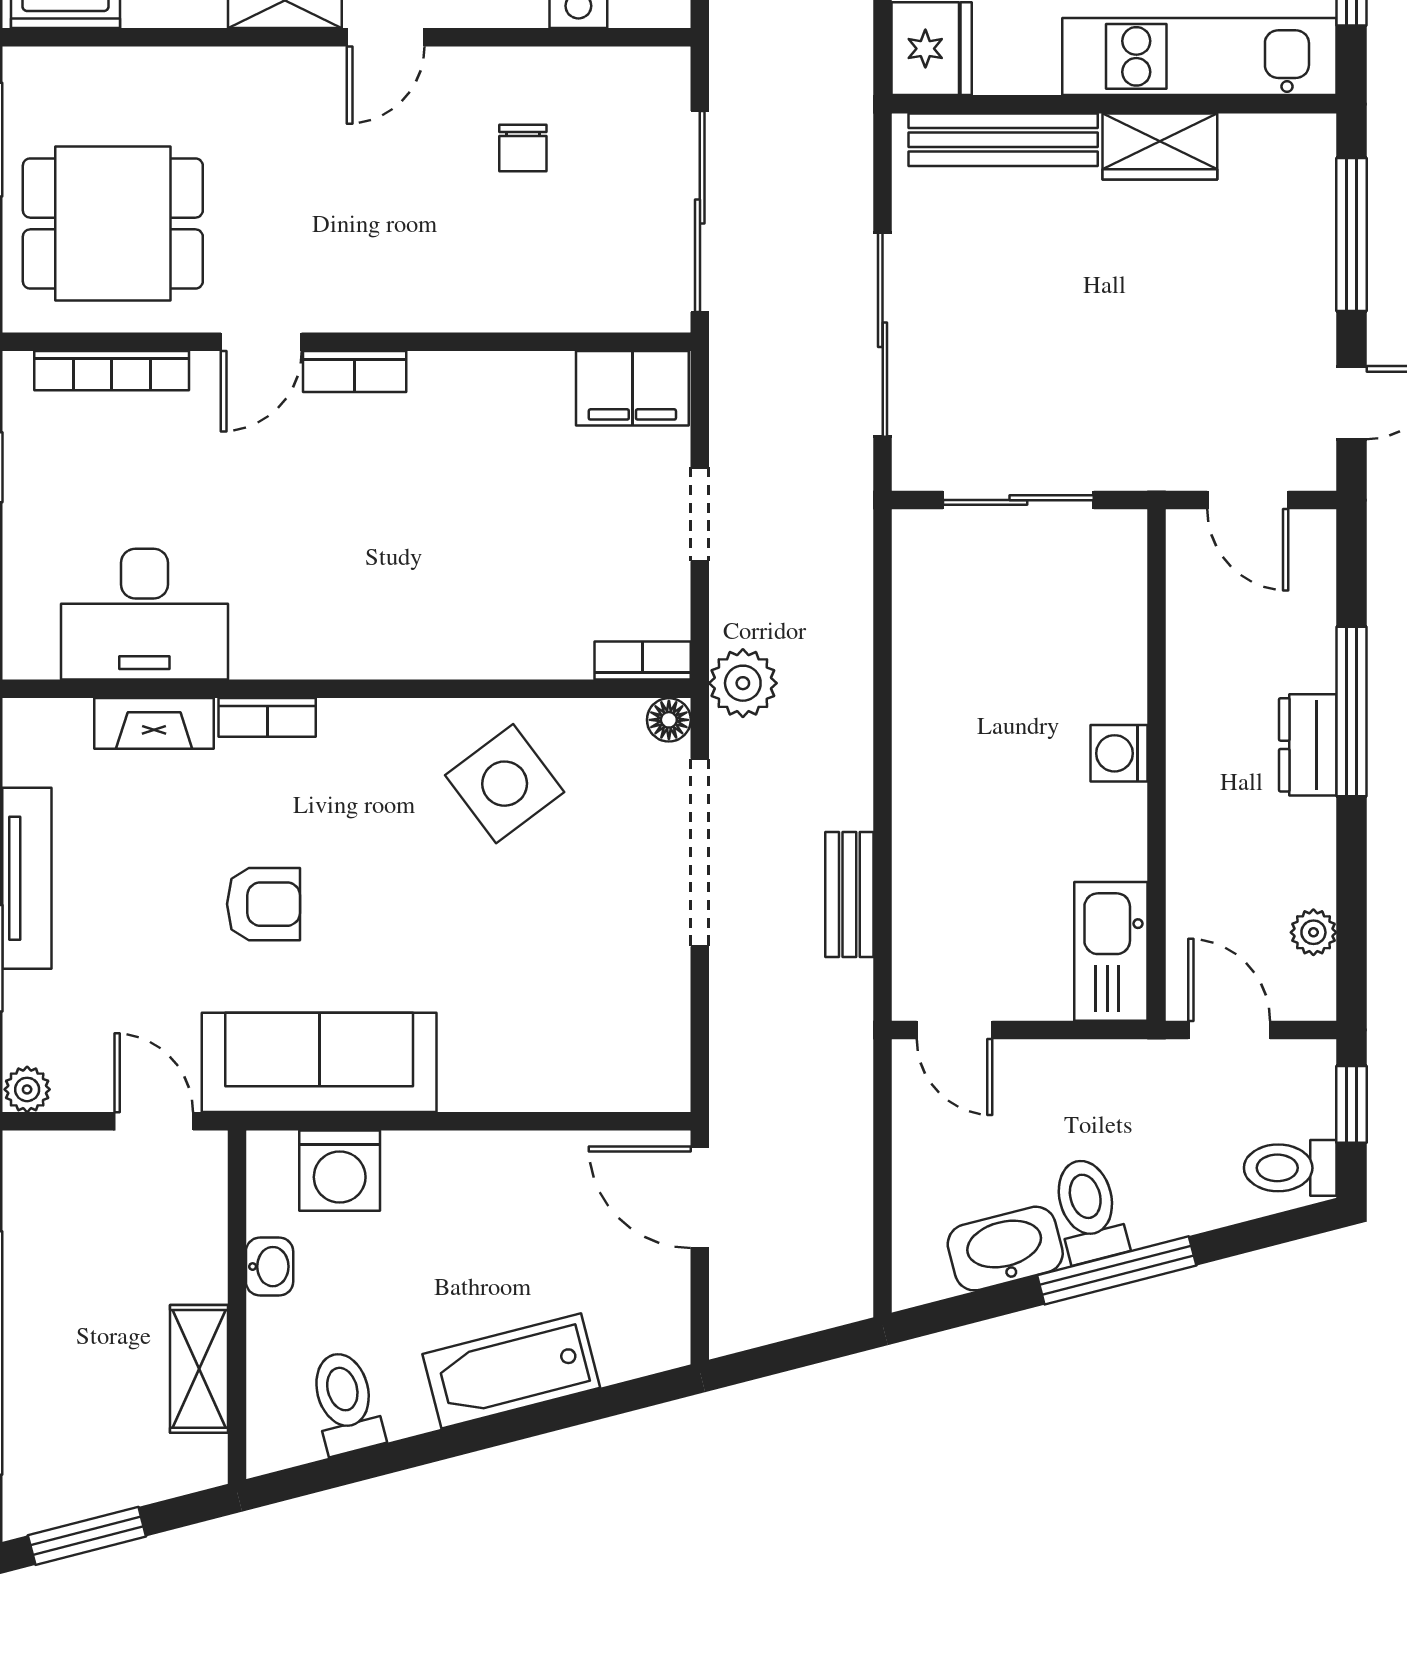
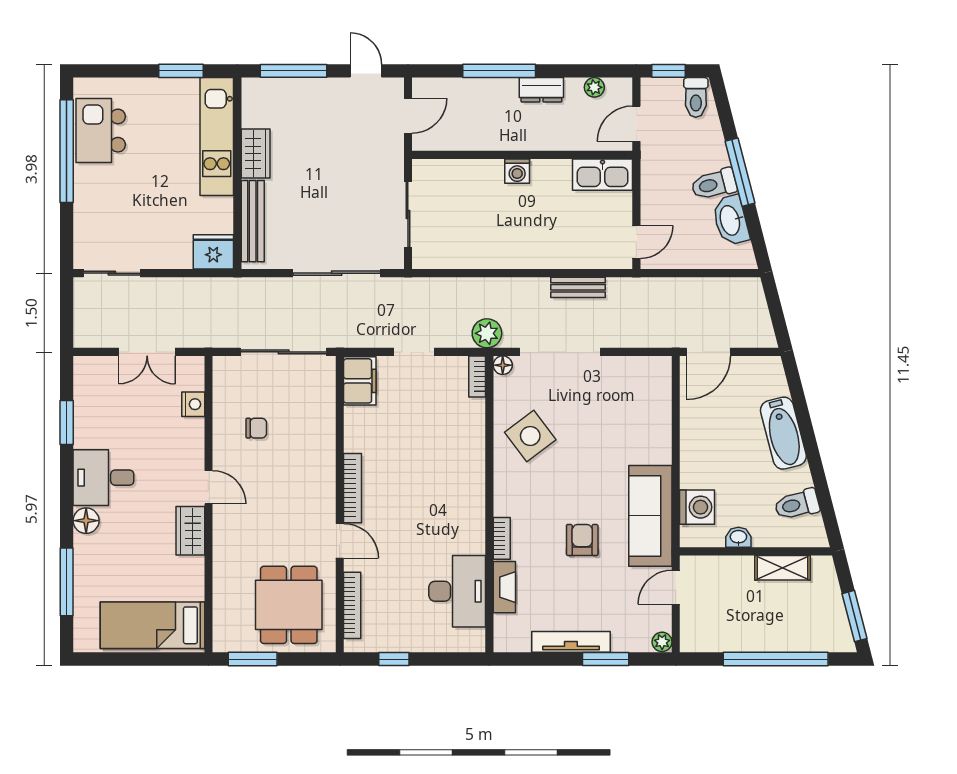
bookcase: (355, 371) -> (353, 488), width x1.56
dresser: (1308, 745) -> (541, 90), moved

